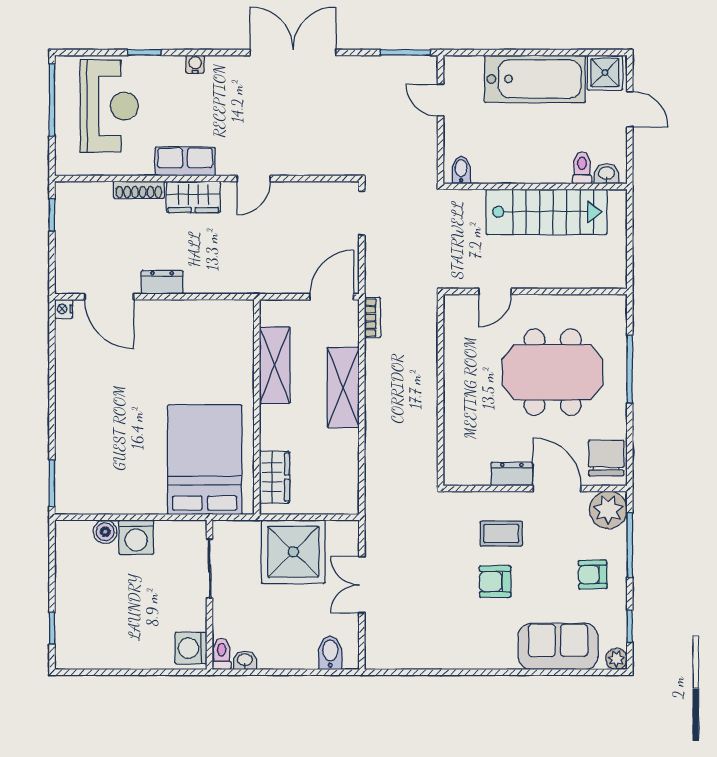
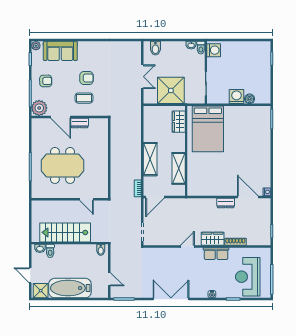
double door: (293, 52) -> (171, 299), swing flipped
door: (495, 291) -> (87, 199), swing flipped
chair: (606, 458) -> (40, 130), removed

